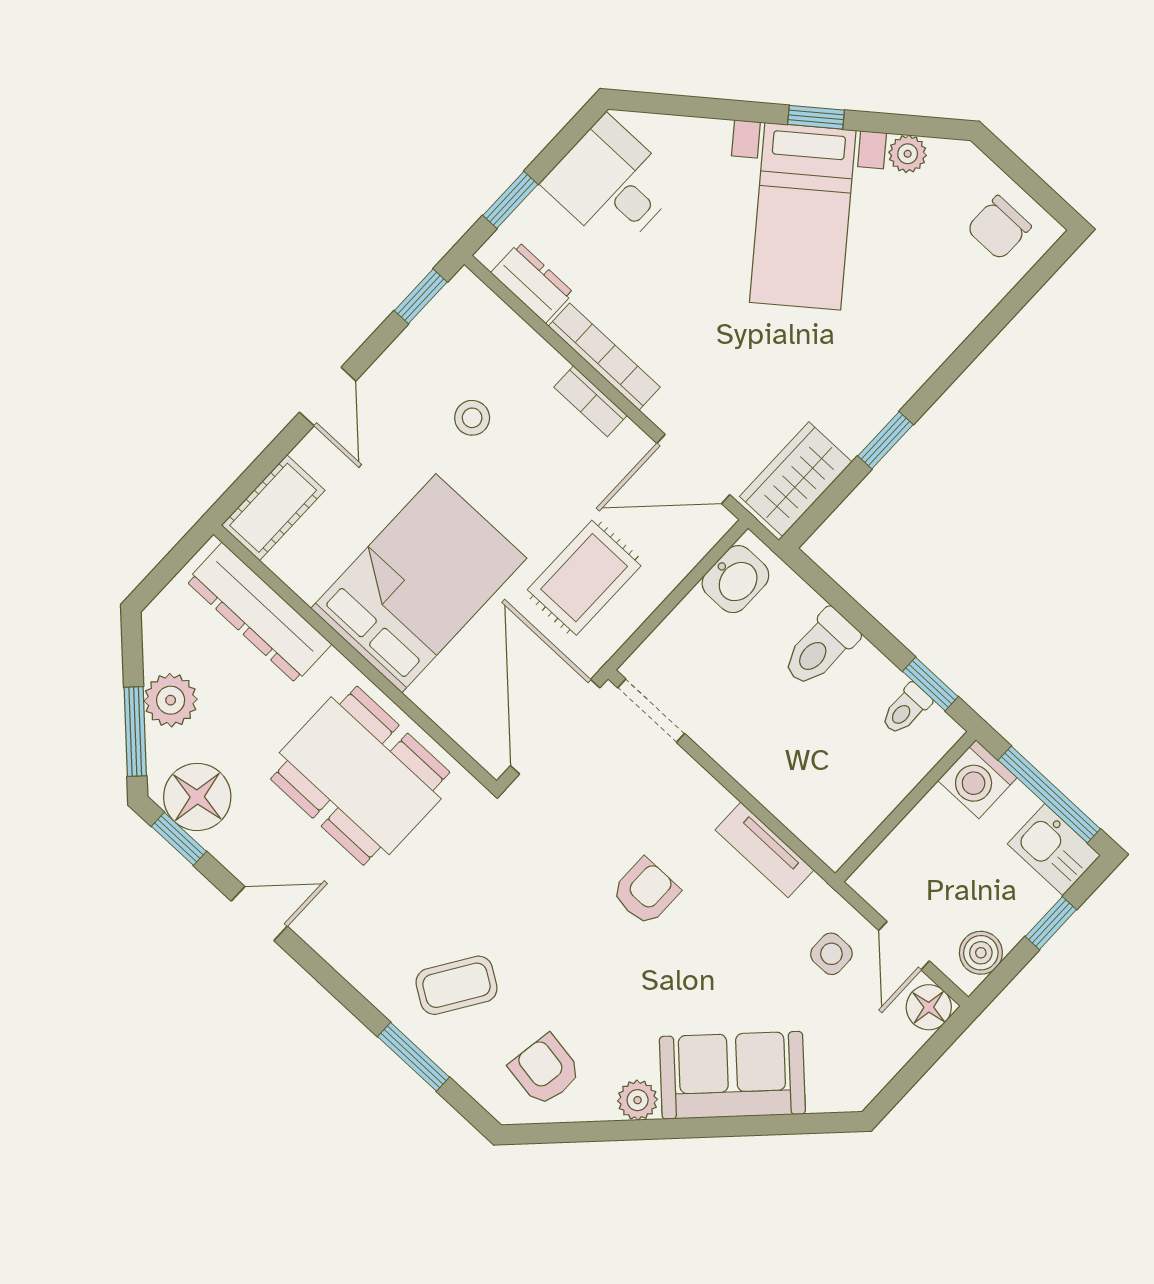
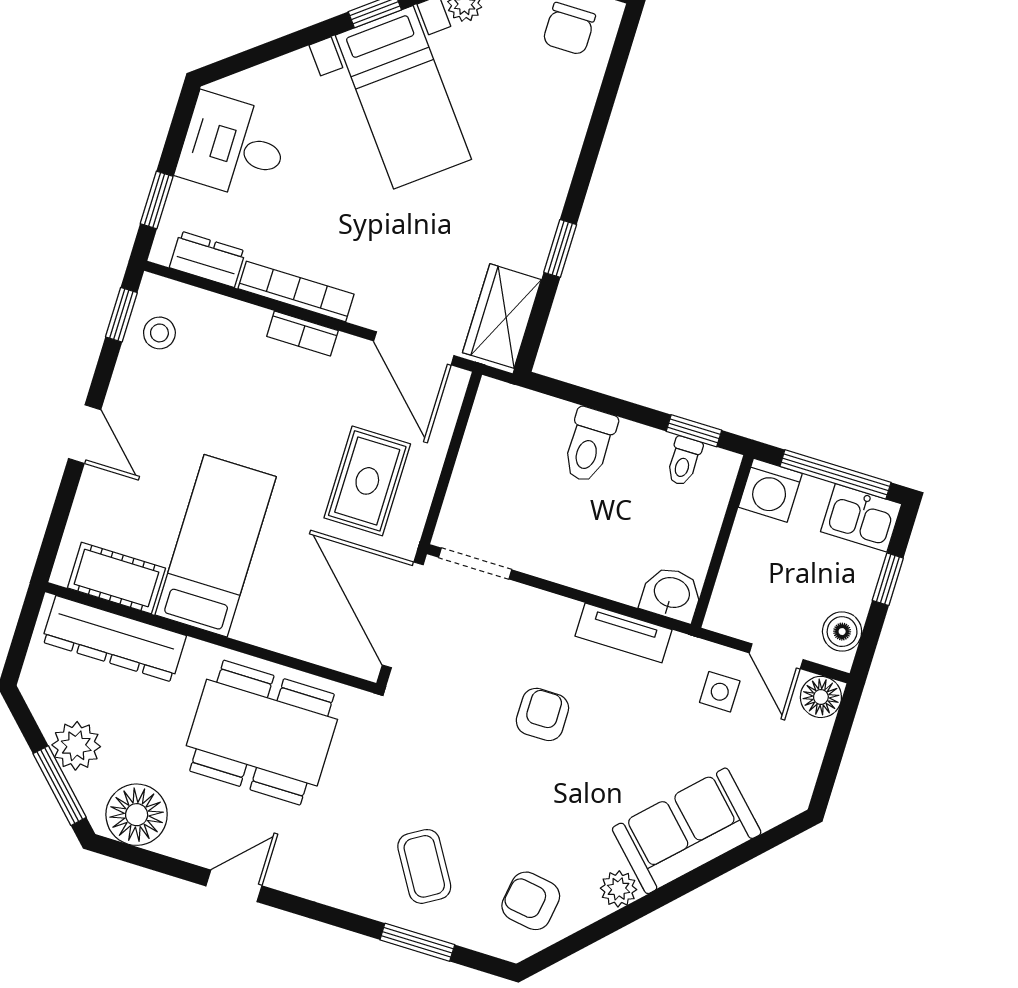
stool: (472, 418) -> (159, 333), moved
door: (693, 469) -> (414, 348), hinge flipped
cot: (273, 508) -> (116, 578), moved, turned 90
washbasin: (735, 579) -> (671, 594), moved, turned -90
bed: (419, 583) -> (216, 546), width x0.67
window: (179, 839) -> (138, 856), removed
coffee table: (457, 985) -> (424, 866), turned -64

